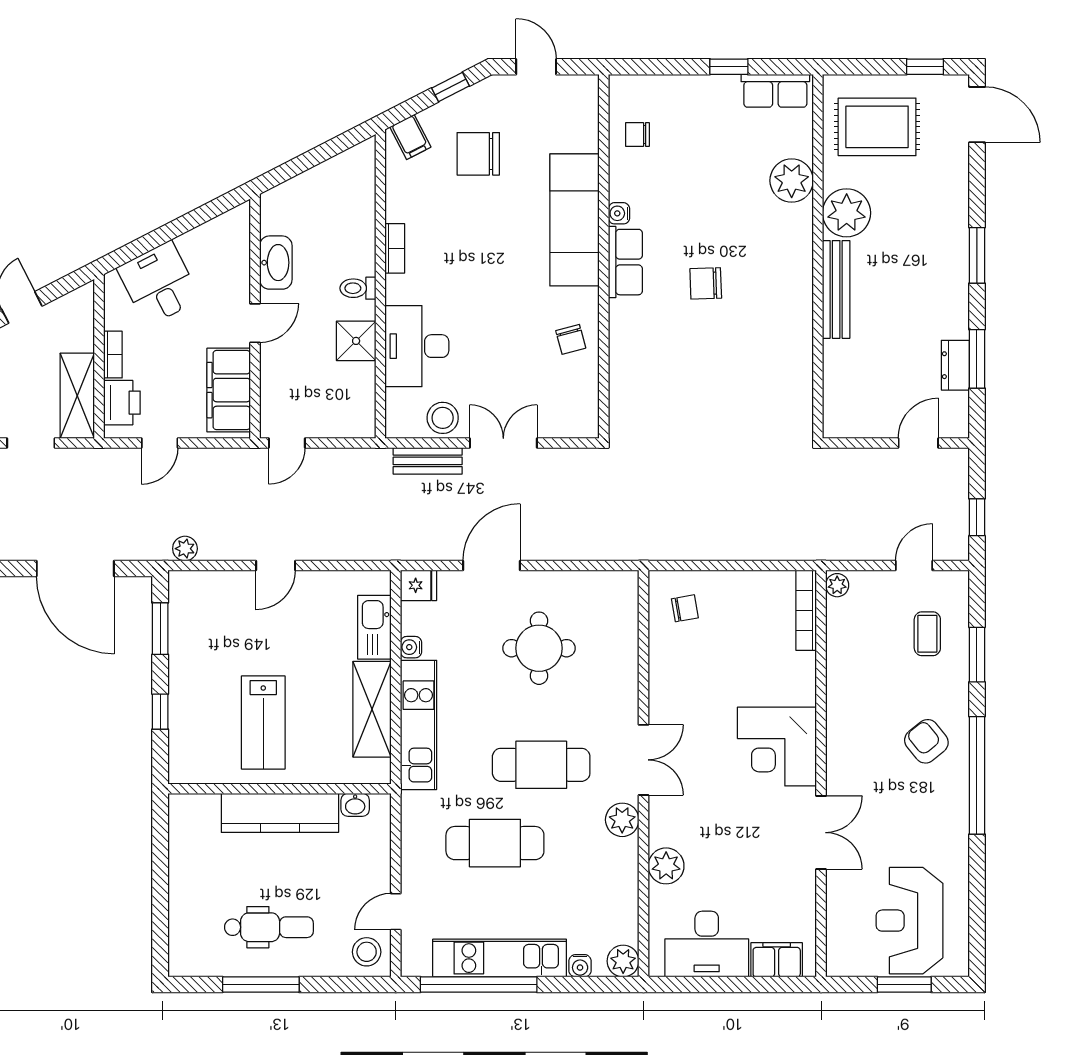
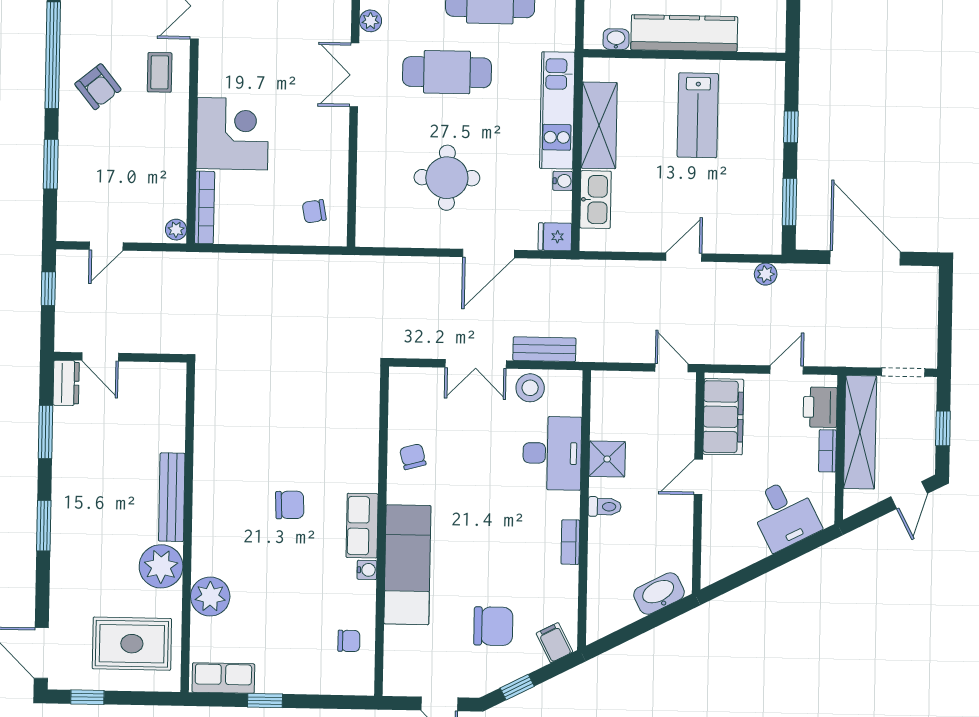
washbasin: (276, 263) -> (659, 594), moved, turned 63
dresser: (955, 365) -> (66, 383), moved
shelving: (77, 396) -> (860, 432), width x1.47
door: (287, 443) -> (672, 368), hinge flipped
door: (918, 443) -> (100, 357), hinge flipped
coffee table: (927, 634) -> (160, 72), moved
lab bench: (263, 722) -> (698, 115), turned 180
corner desk: (777, 747) -> (232, 134), moved
plant: (622, 820) -> (370, 21), width x0.73, depth x0.73

